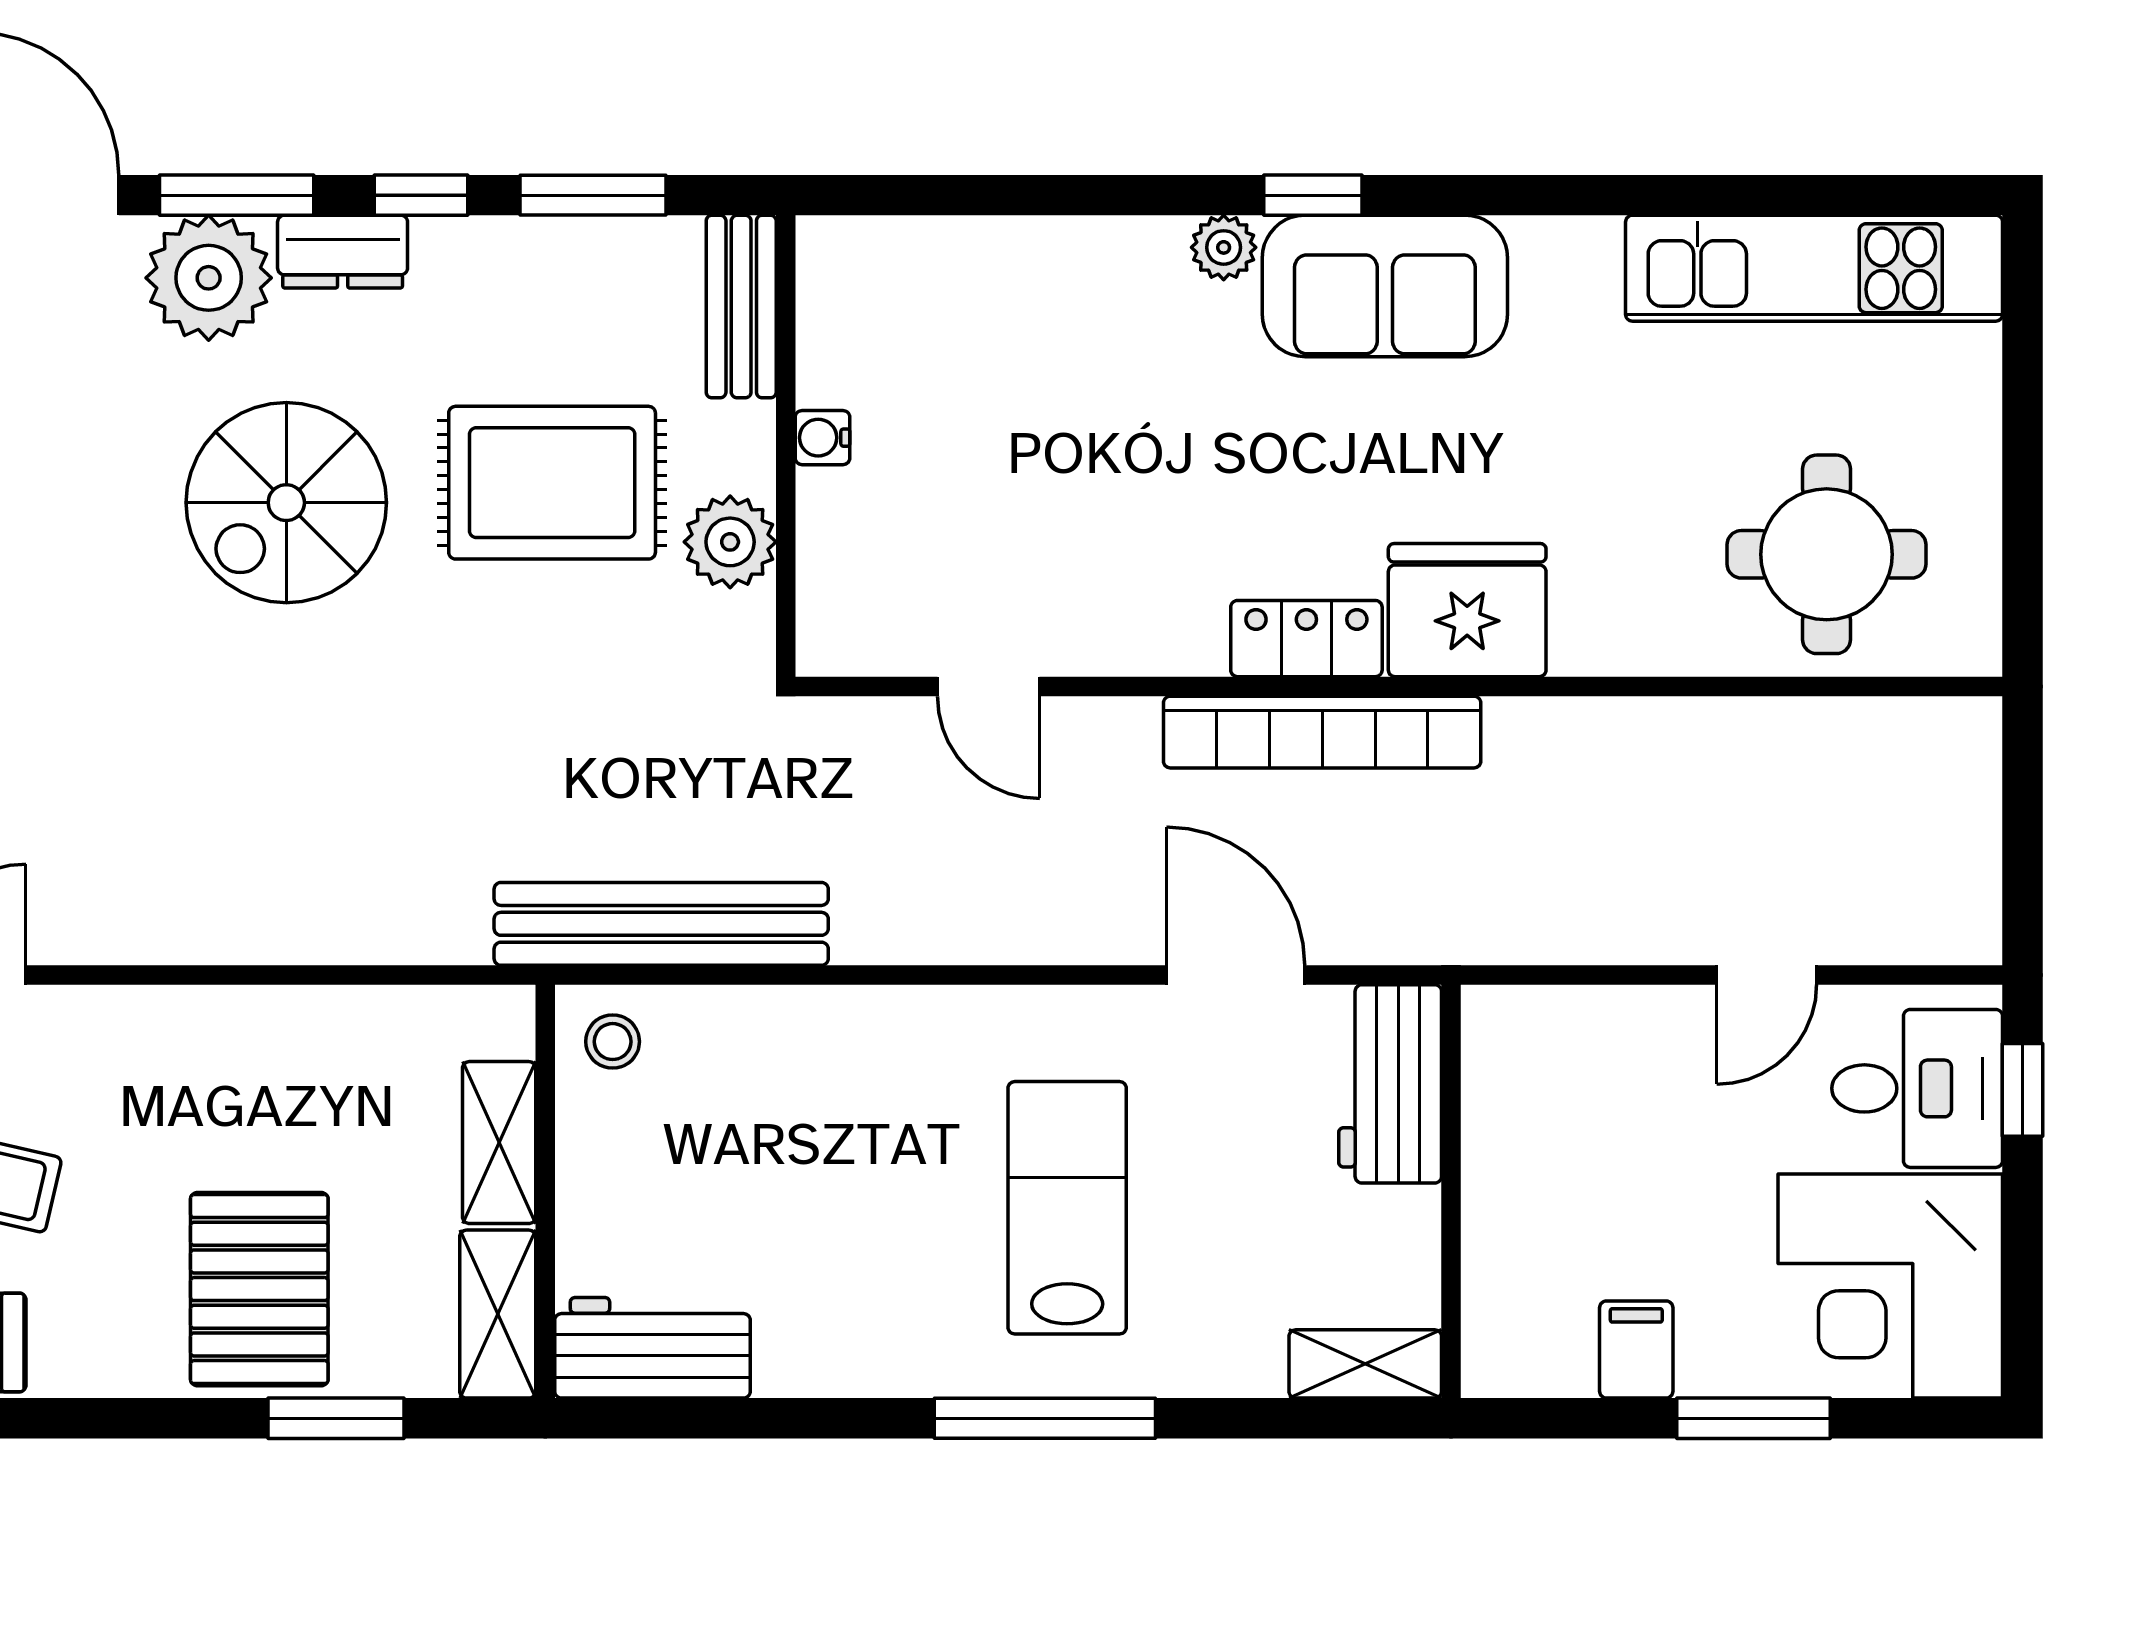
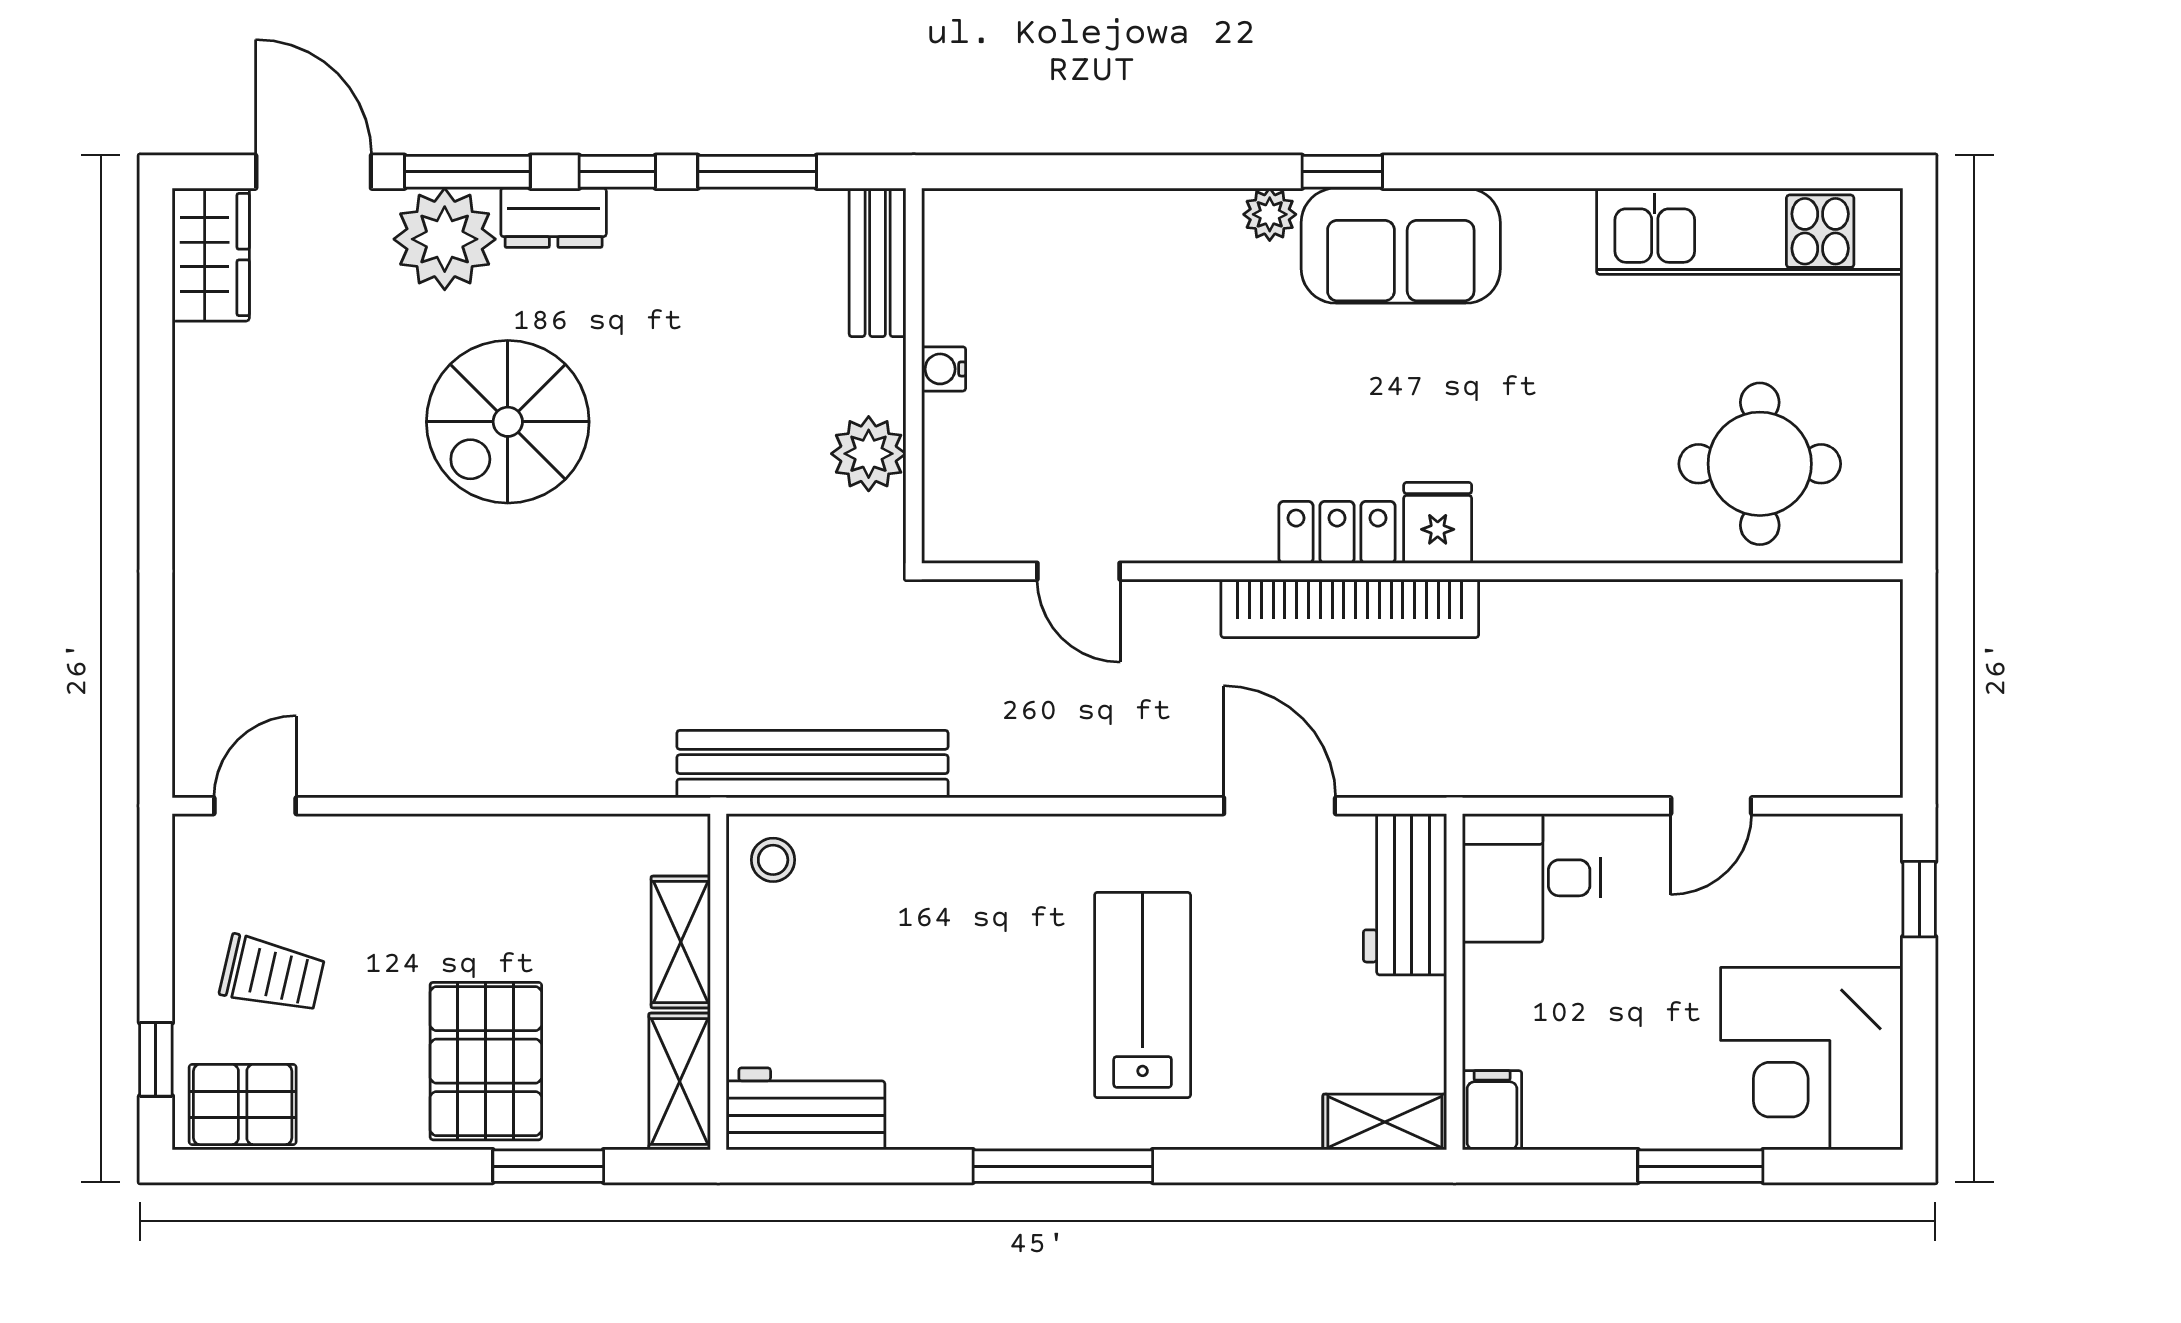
rug: (552, 483) -> (724, 406), removed
fridge: (1467, 610) -> (1438, 523), width x0.53, depth x0.75
desk: (1917, 1088) -> (1532, 878), moved, turned 180
filing cabinet: (1636, 1350) -> (1492, 1110), moved
window: (1045, 1418) -> (1063, 1166), moved

